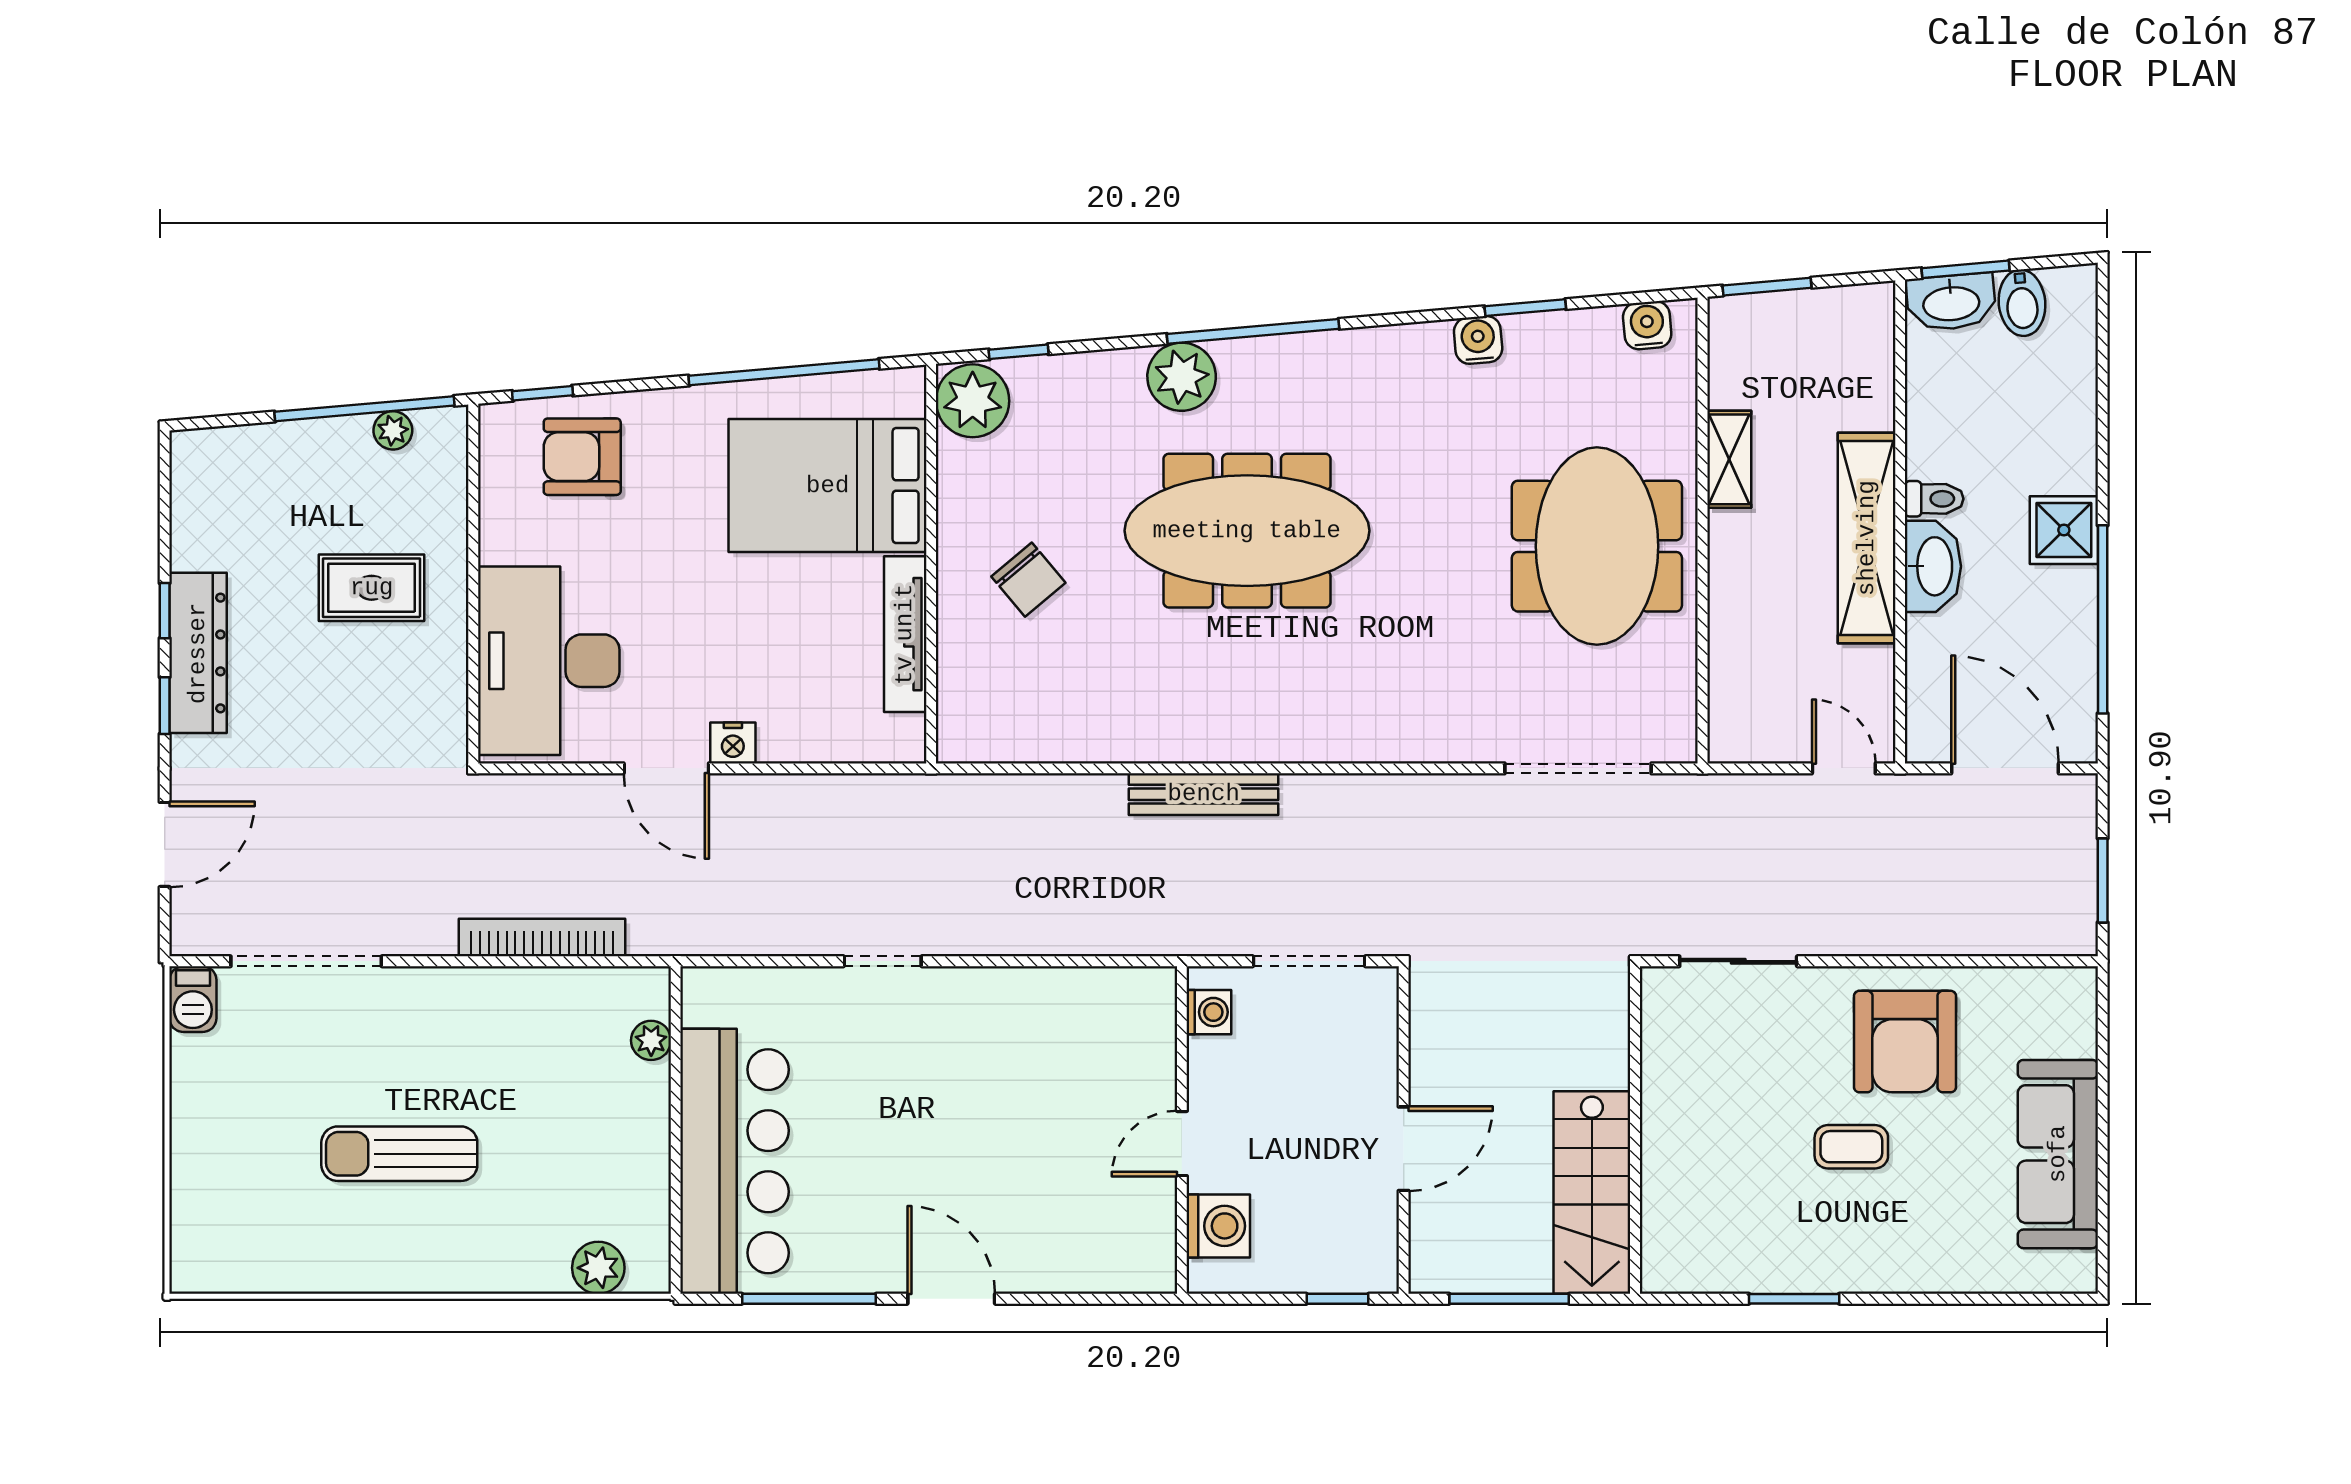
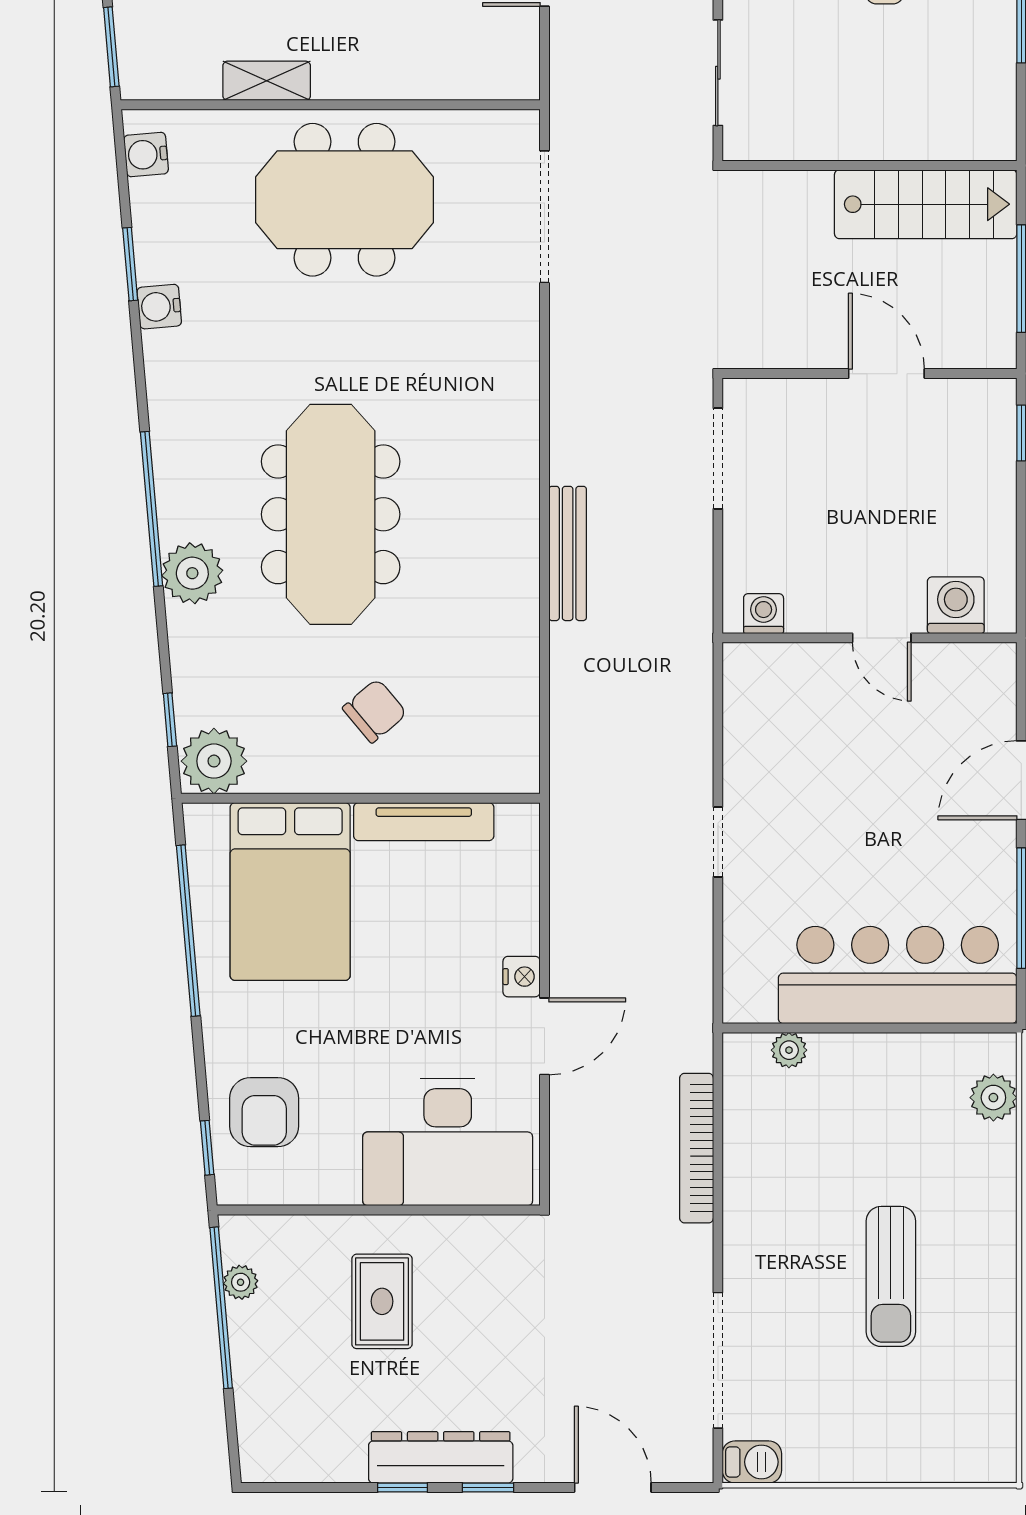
washing machine: (1209, 1012) -> (764, 614), moved
wall: (1182, 1130) -> (870, 638), moved
door: (1182, 1144) -> (882, 638), moved
washing machine: (1218, 1226) -> (956, 605), moved

